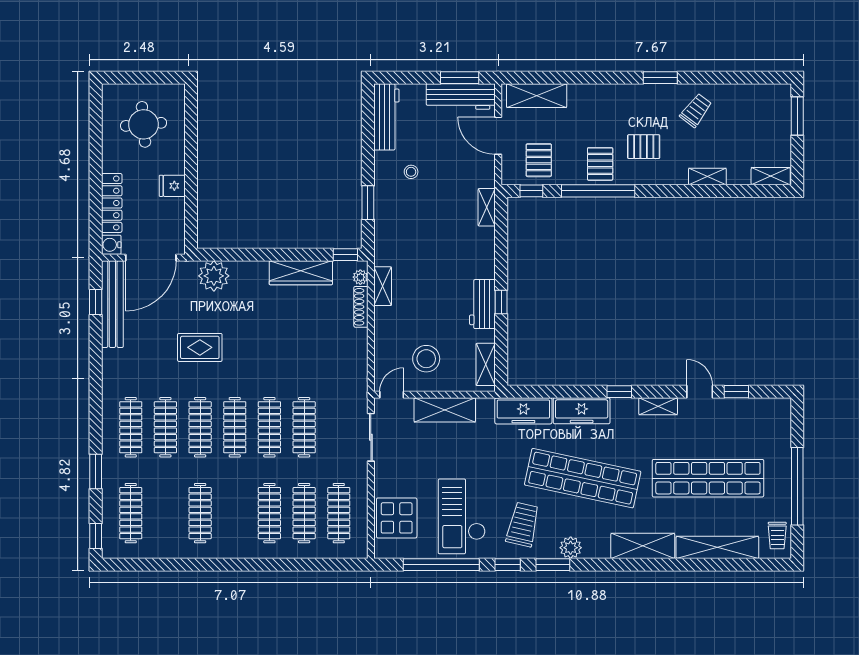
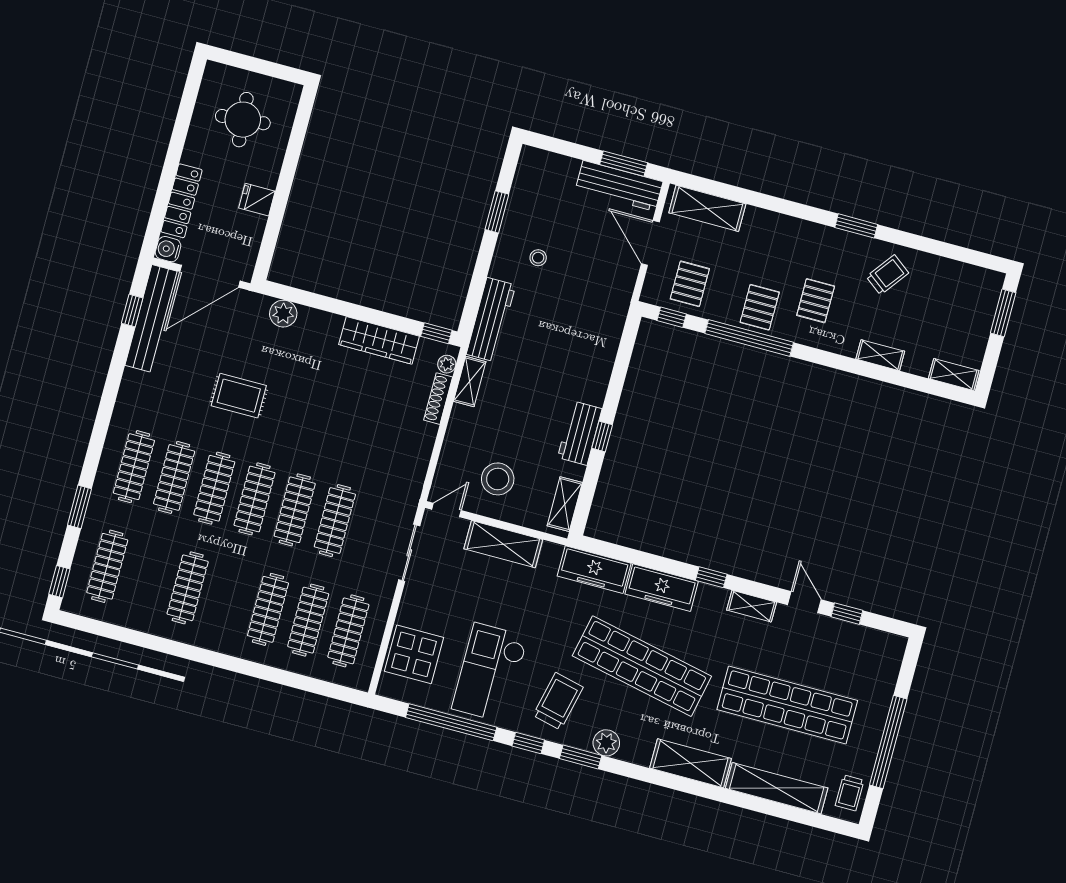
workbench: (386, 117) -> (491, 320), moved
pallet: (644, 147) -> (816, 301), turned 90
window: (368, 203) -> (497, 212), moved
shelving: (487, 207) -> (615, 322), removed
plant: (214, 276) -> (283, 314), width x0.73, depth x0.73

